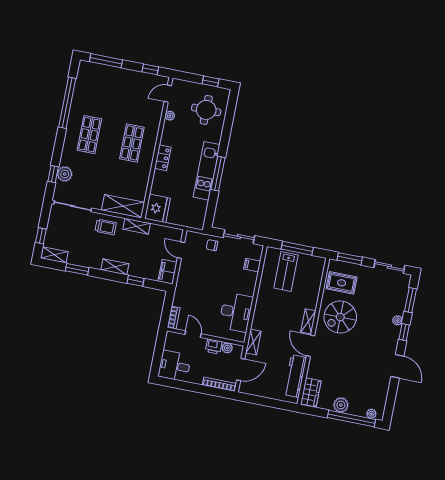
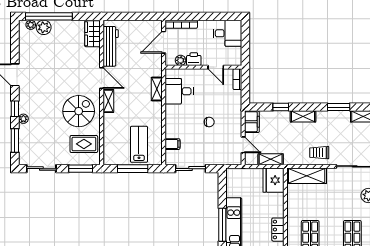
shelving: (137, 226) -> (271, 159), moved
chair: (212, 245) -> (209, 122), moved
desk: (236, 312) -> (179, 91), width x0.73
shelving: (253, 342) -> (157, 89), moved
plant: (341, 405) -> (44, 27), moved

